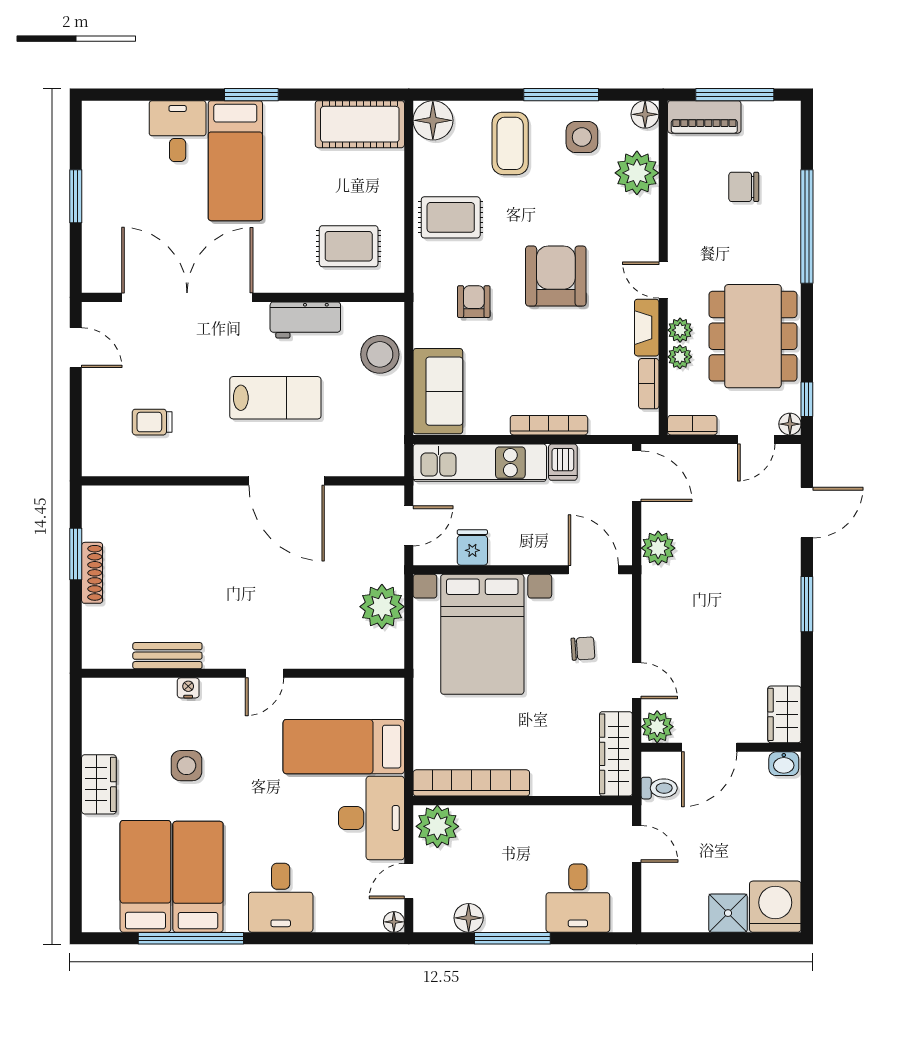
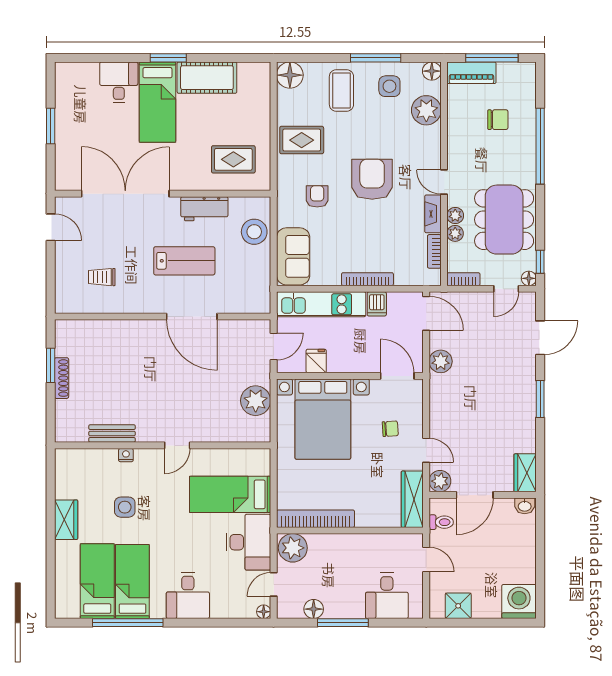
cot: (360, 124) -> (207, 78), moved
chair: (744, 187) -> (498, 120), turned 180
shower: (728, 913) -> (458, 606), moved

